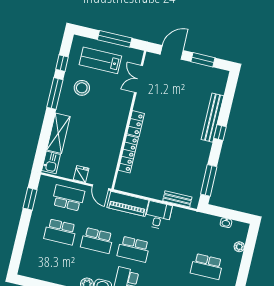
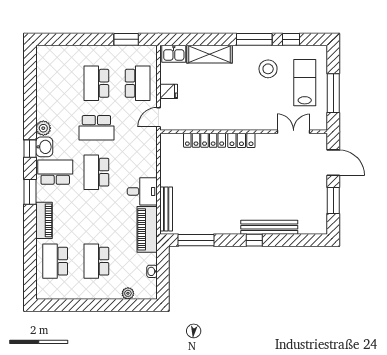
bench: (177, 199) -> (166, 209), width x1.36
piano: (128, 204) -> (147, 229), moved
school desk: (97, 241) -> (96, 128), turned -90

